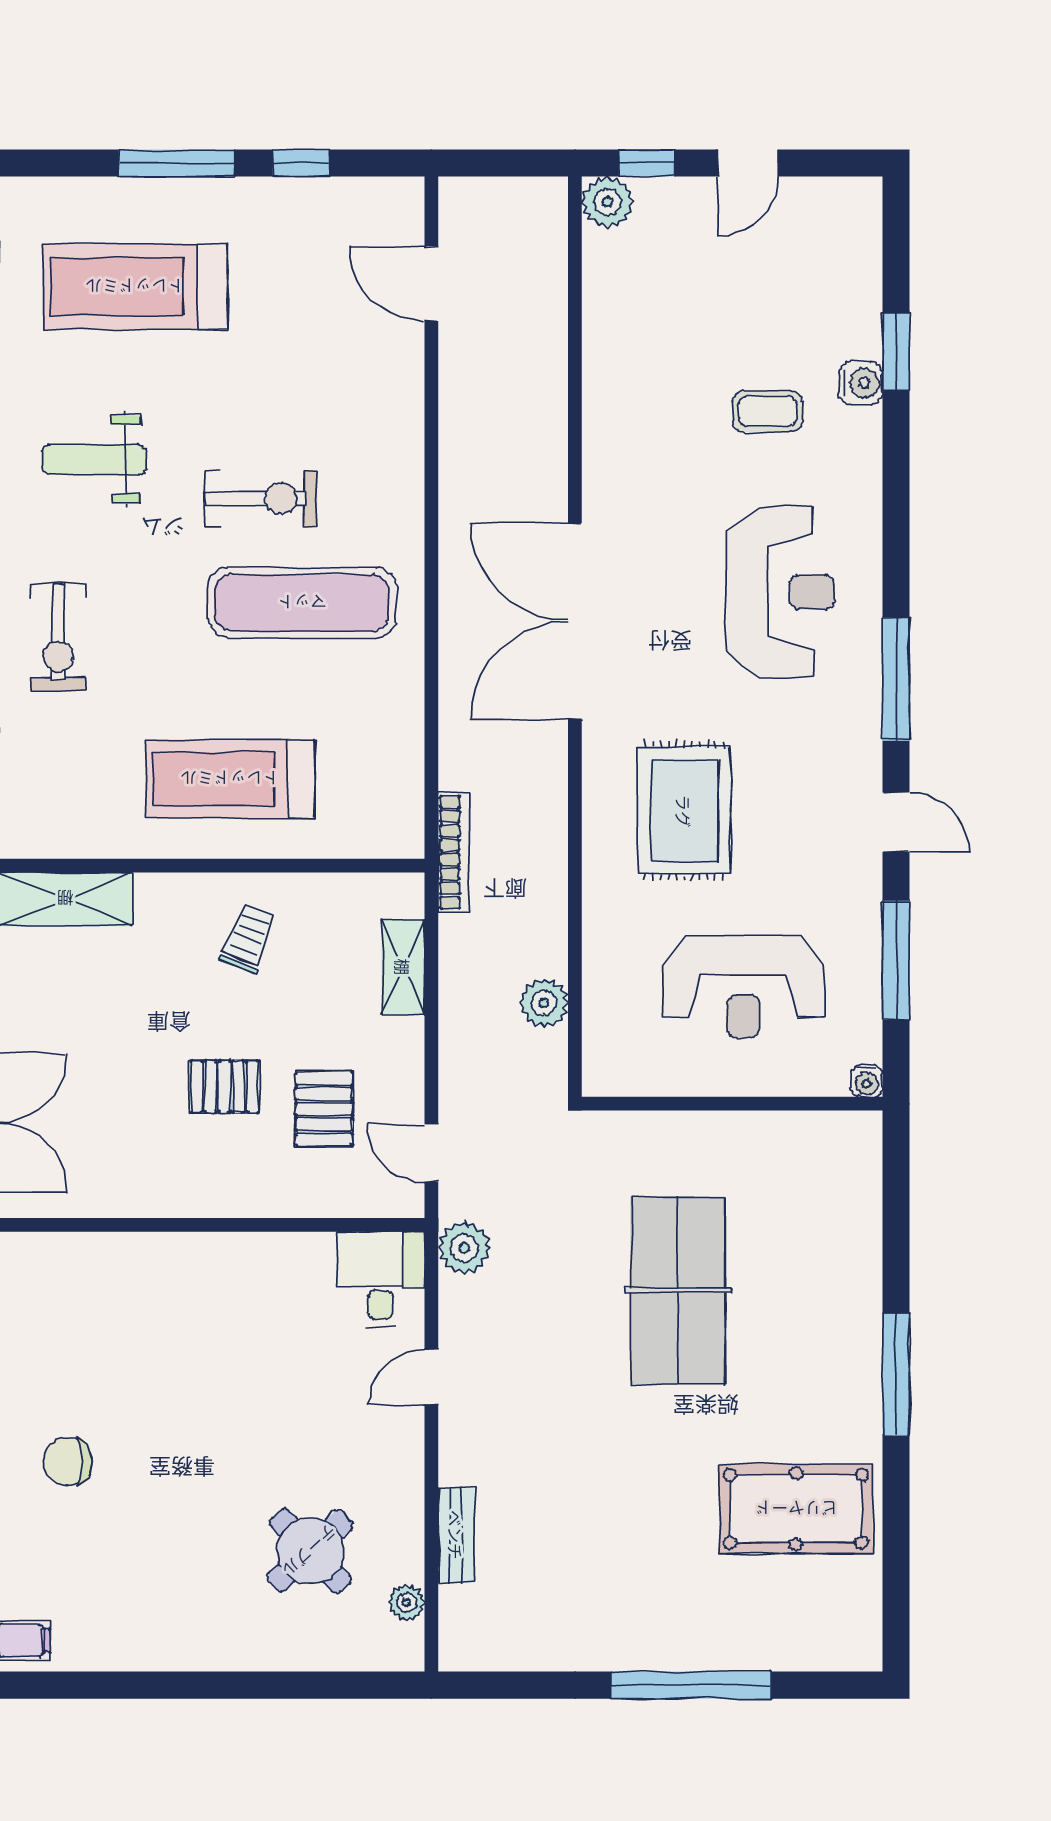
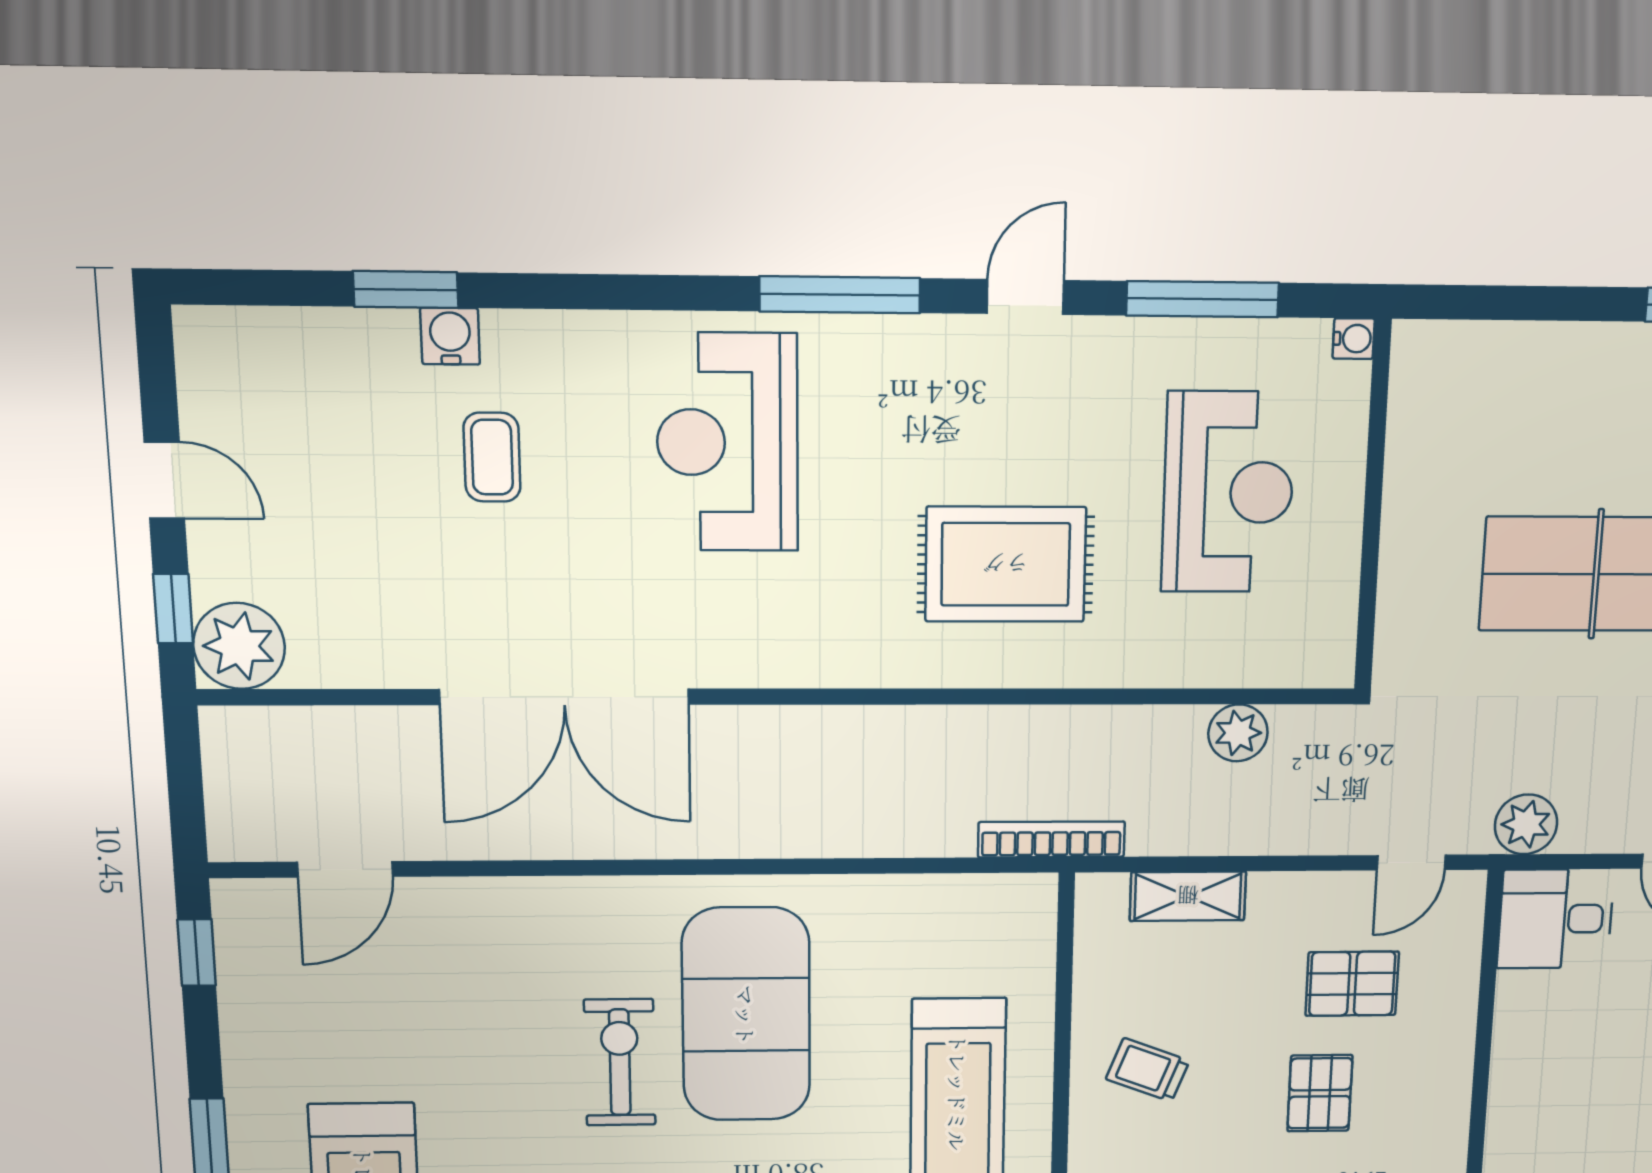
window: (301, 163) -> (197, 953), moved
plant: (607, 202) -> (239, 646), width x1.36, depth x1.36
reception desk: (780, 592) -> (727, 442), turned -90
exercise mat: (302, 603) -> (746, 1015), width x1.47
double door: (575, 621) -> (564, 697), moved

